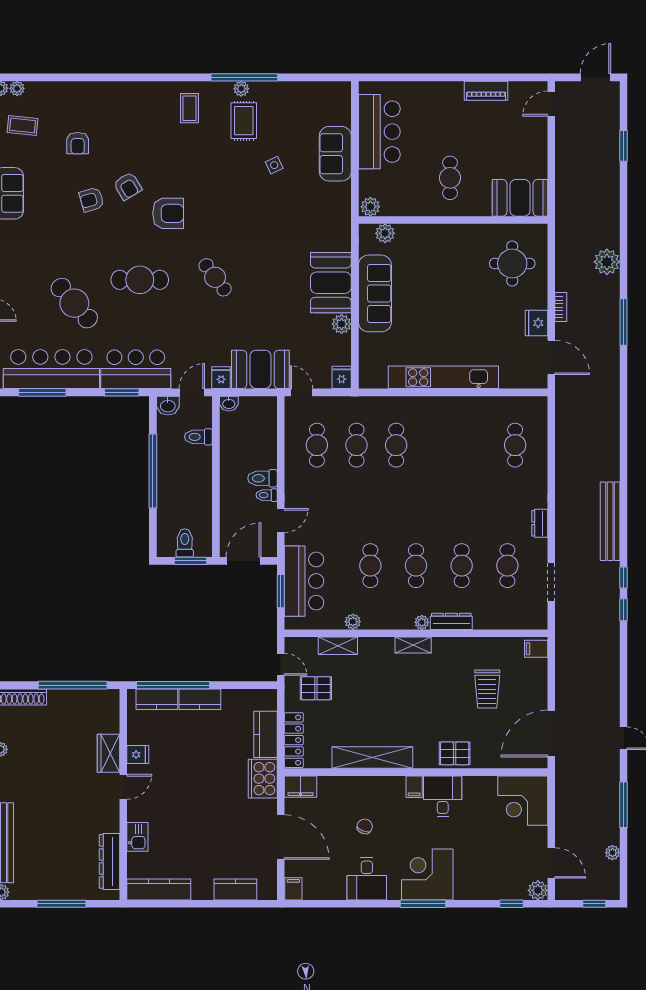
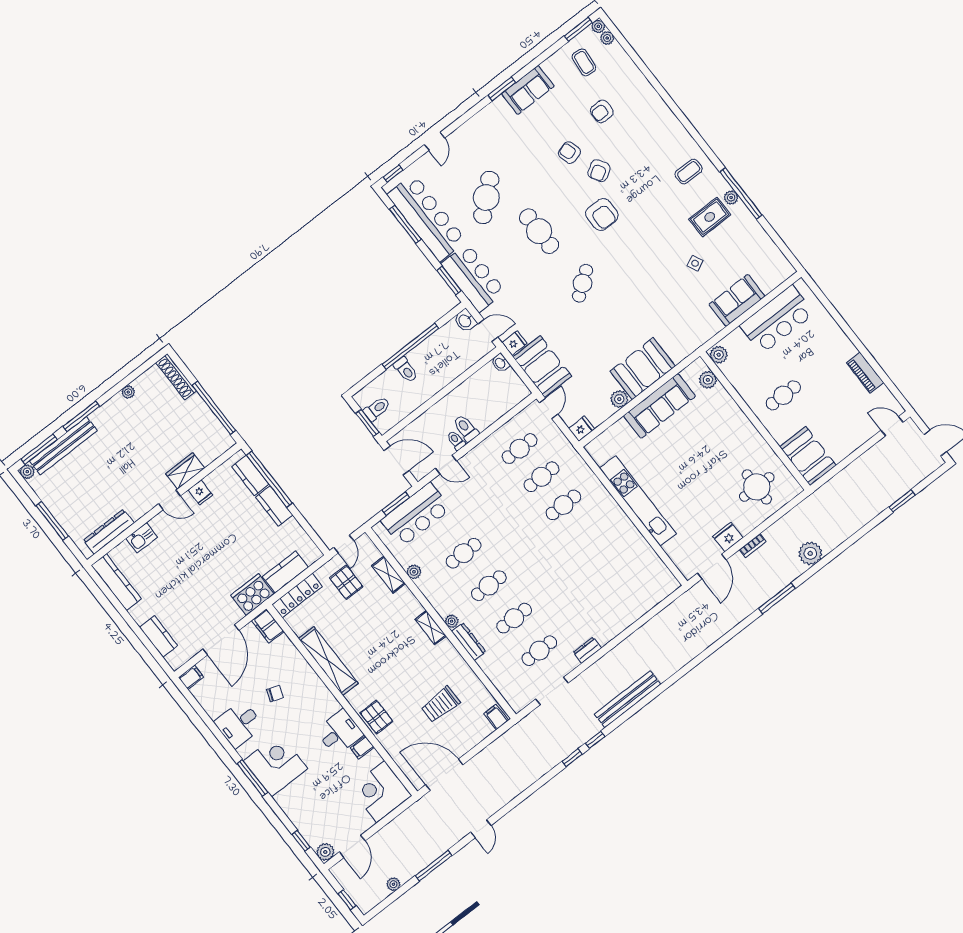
toilet: (198, 437) -> (406, 370), moved, turned 180
cafe table: (515, 445) -> (629, 589), removed
filing cabinet: (414, 787) -> (362, 747), moved

